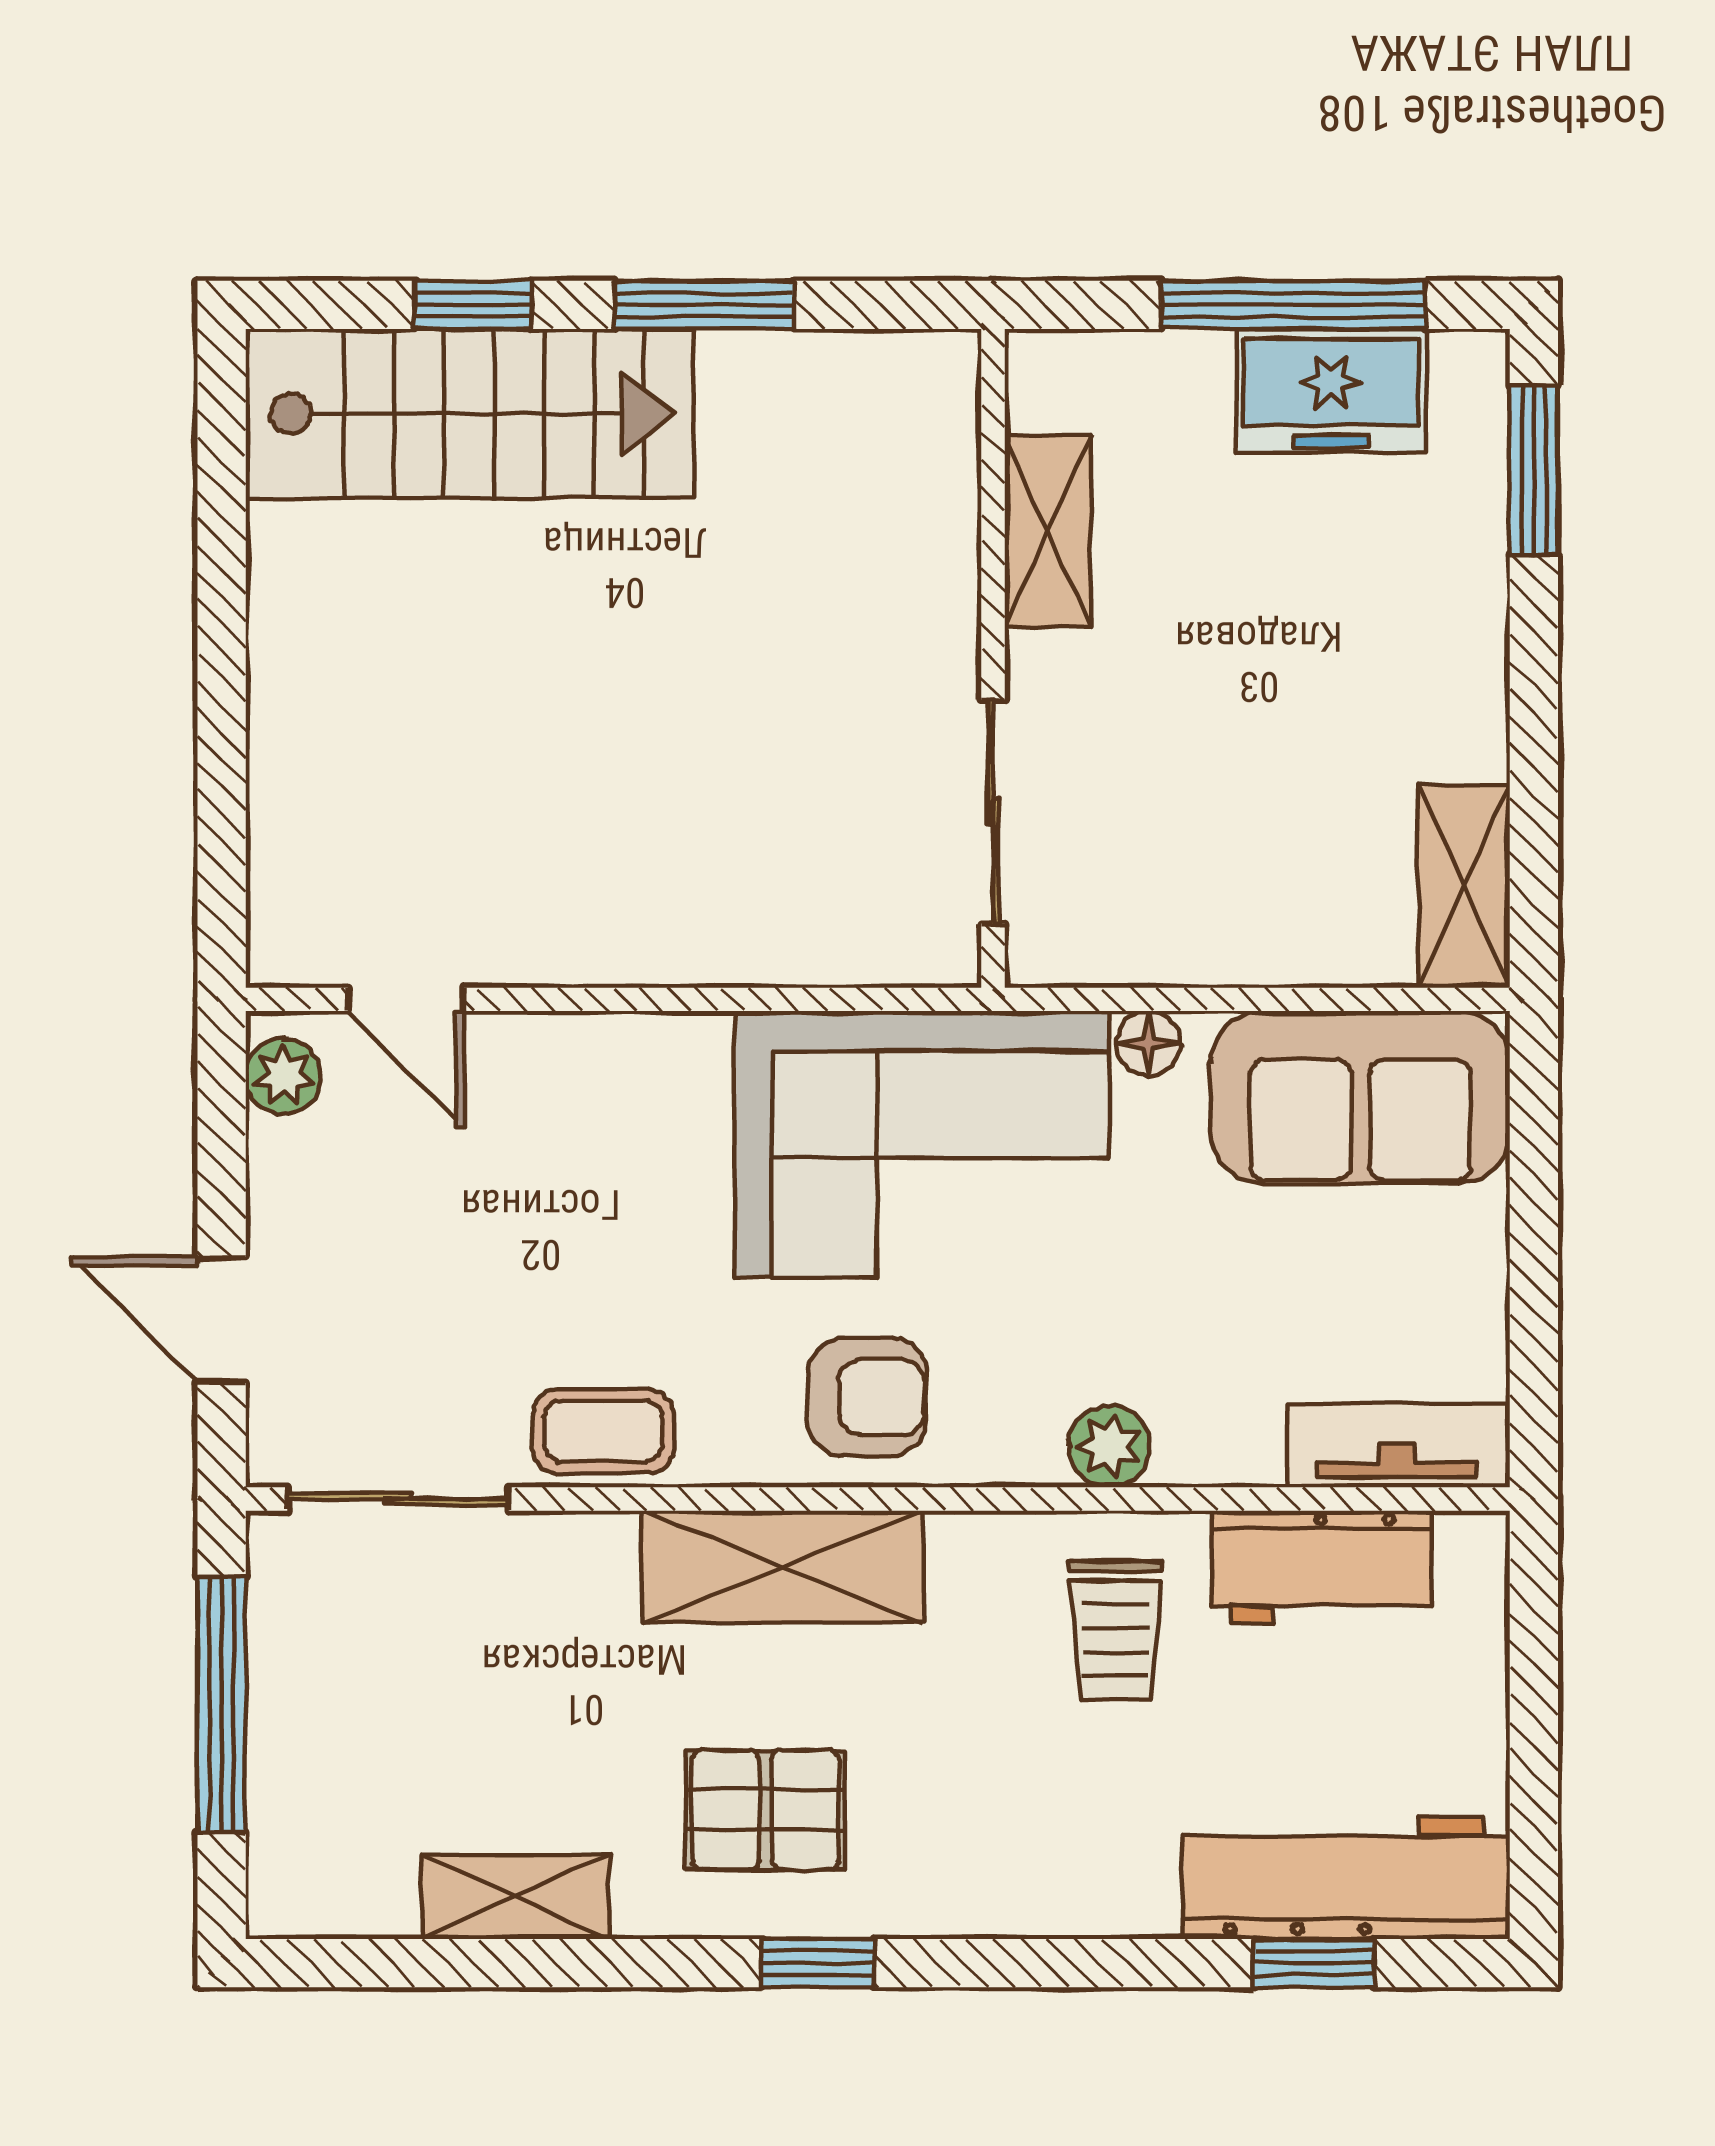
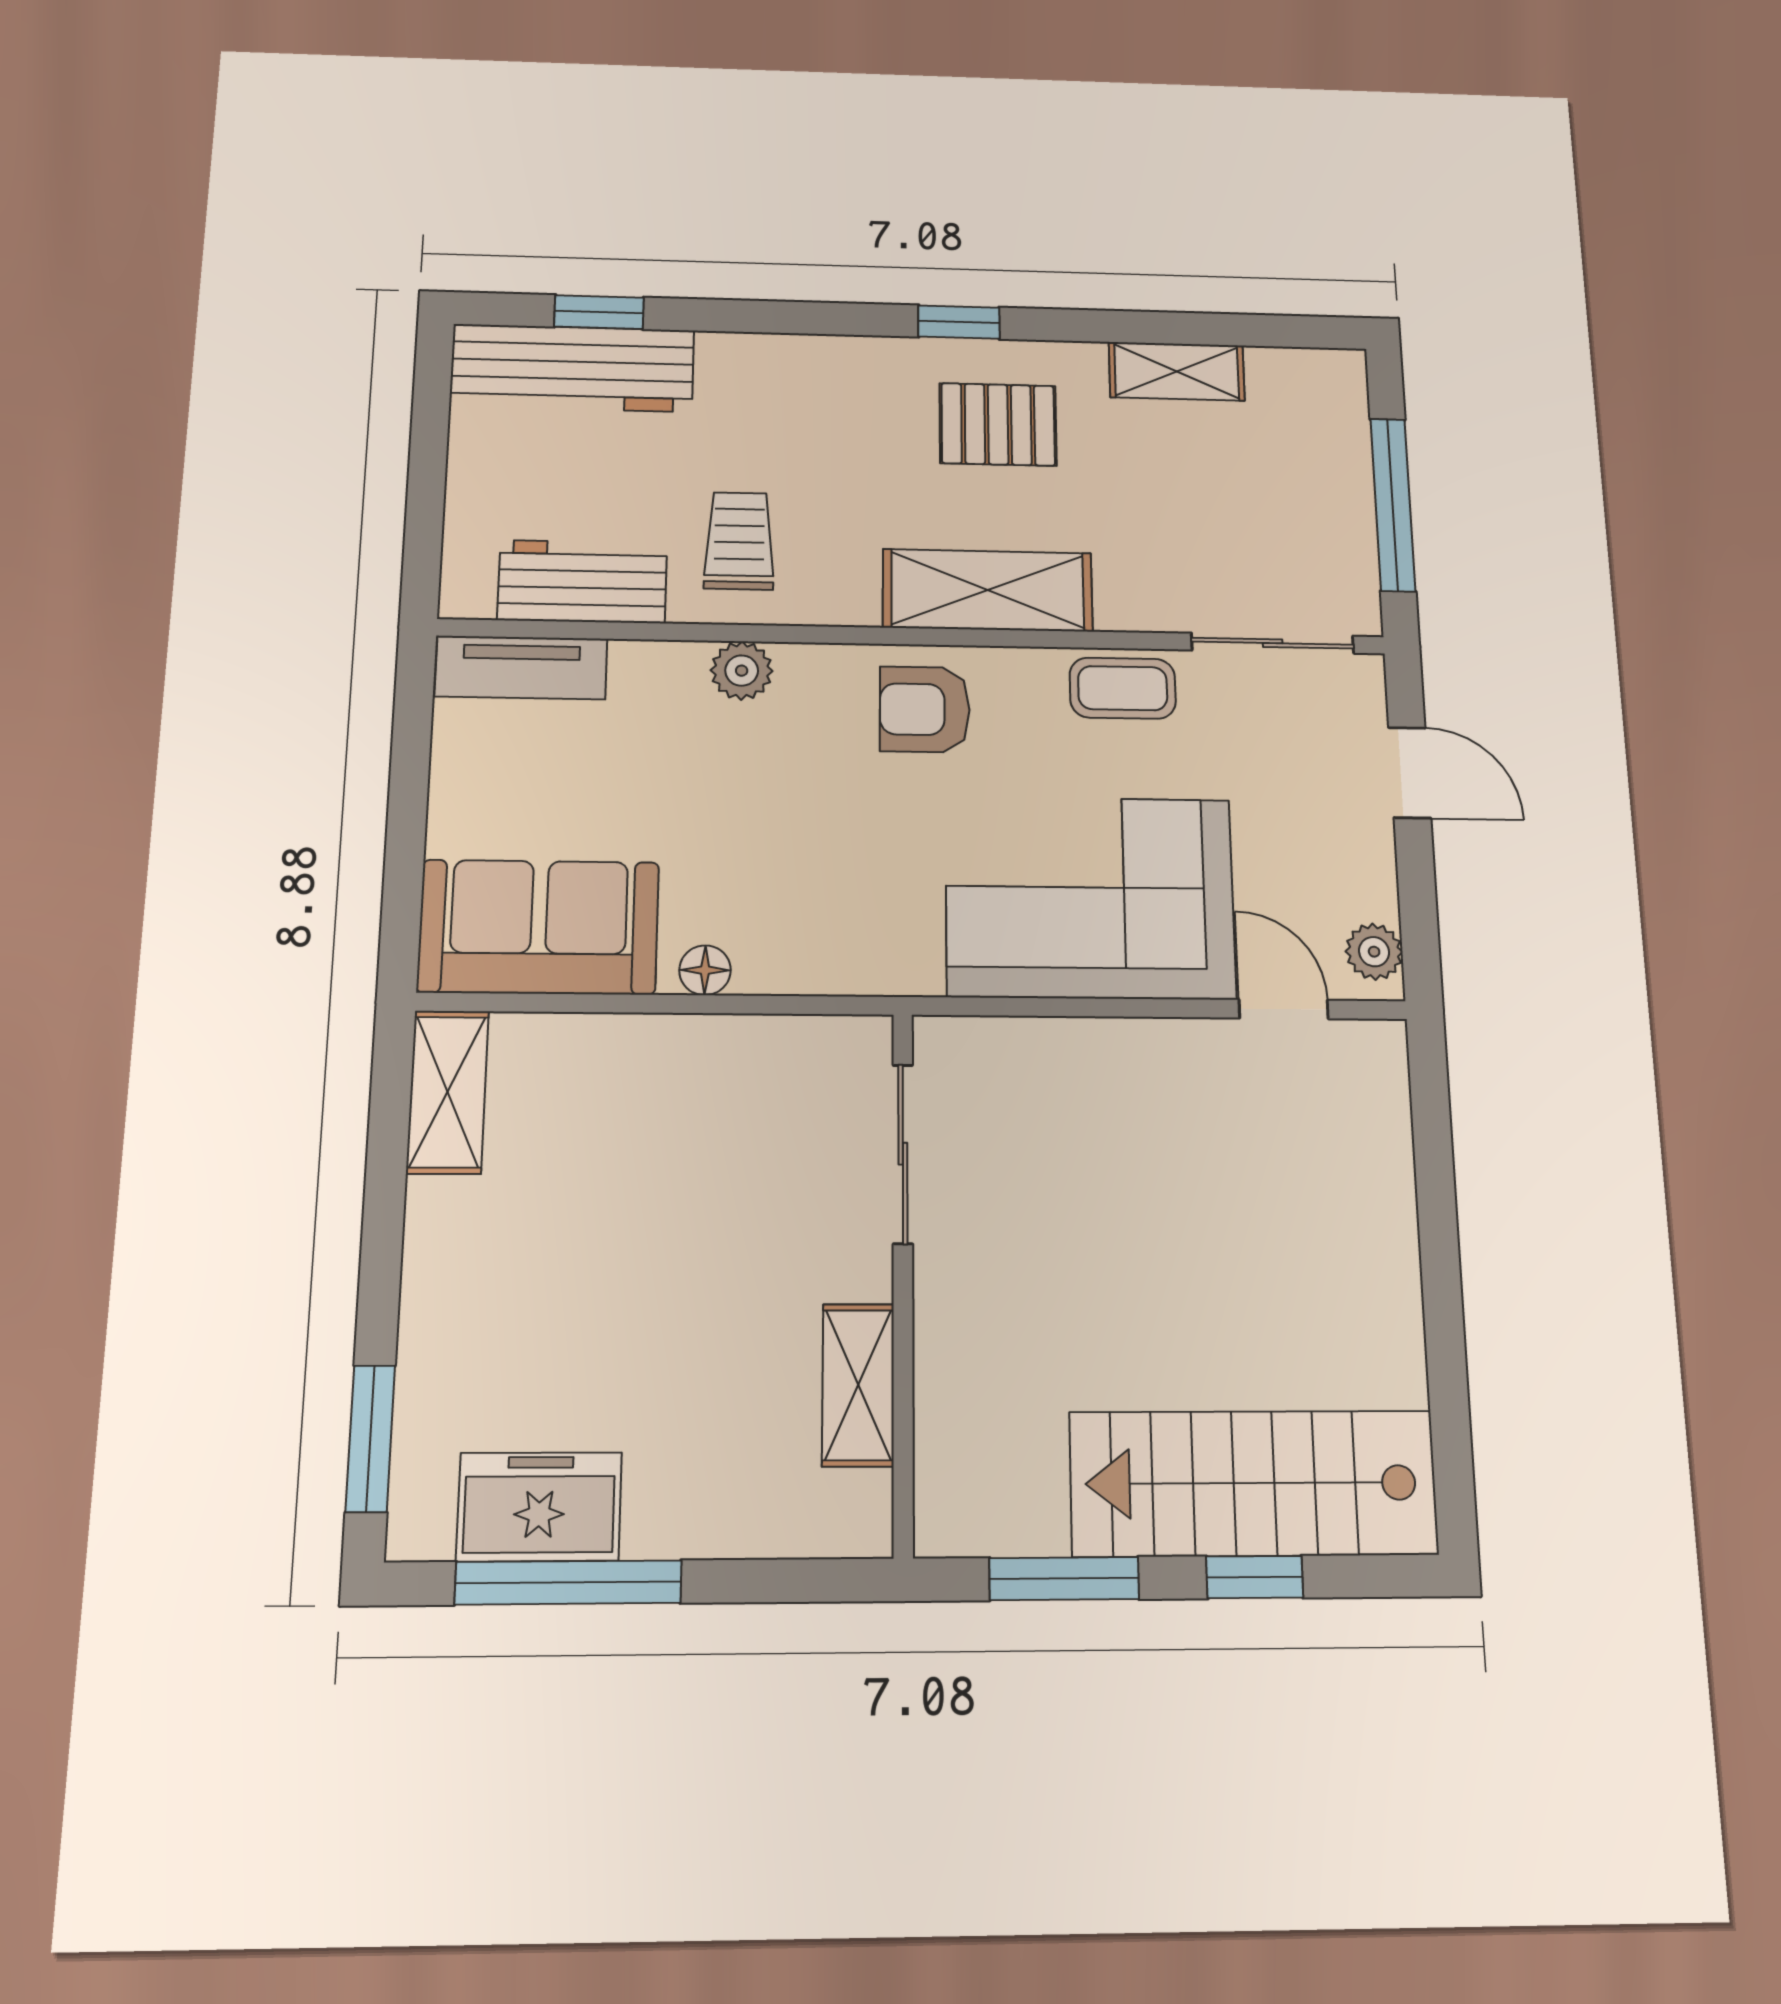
shelving: (1048, 531) -> (858, 1385), moved
wall: (993, 658) -> (903, 1278), moved
sliding door: (993, 812) -> (903, 1154), moved
corner sofa: (922, 1144) -> (1090, 897), moved

